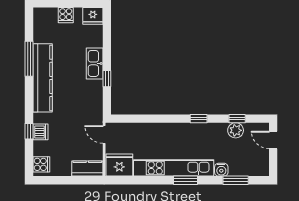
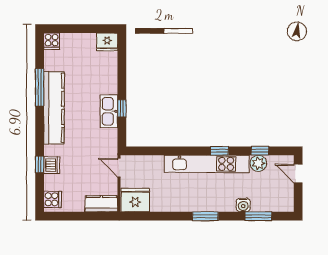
cooker: (66, 15) -> (52, 41), moved
kitchen sink: (95, 63) -> (109, 111), moved
kitchen unit: (174, 168) -> (207, 164), moved, turned 180

